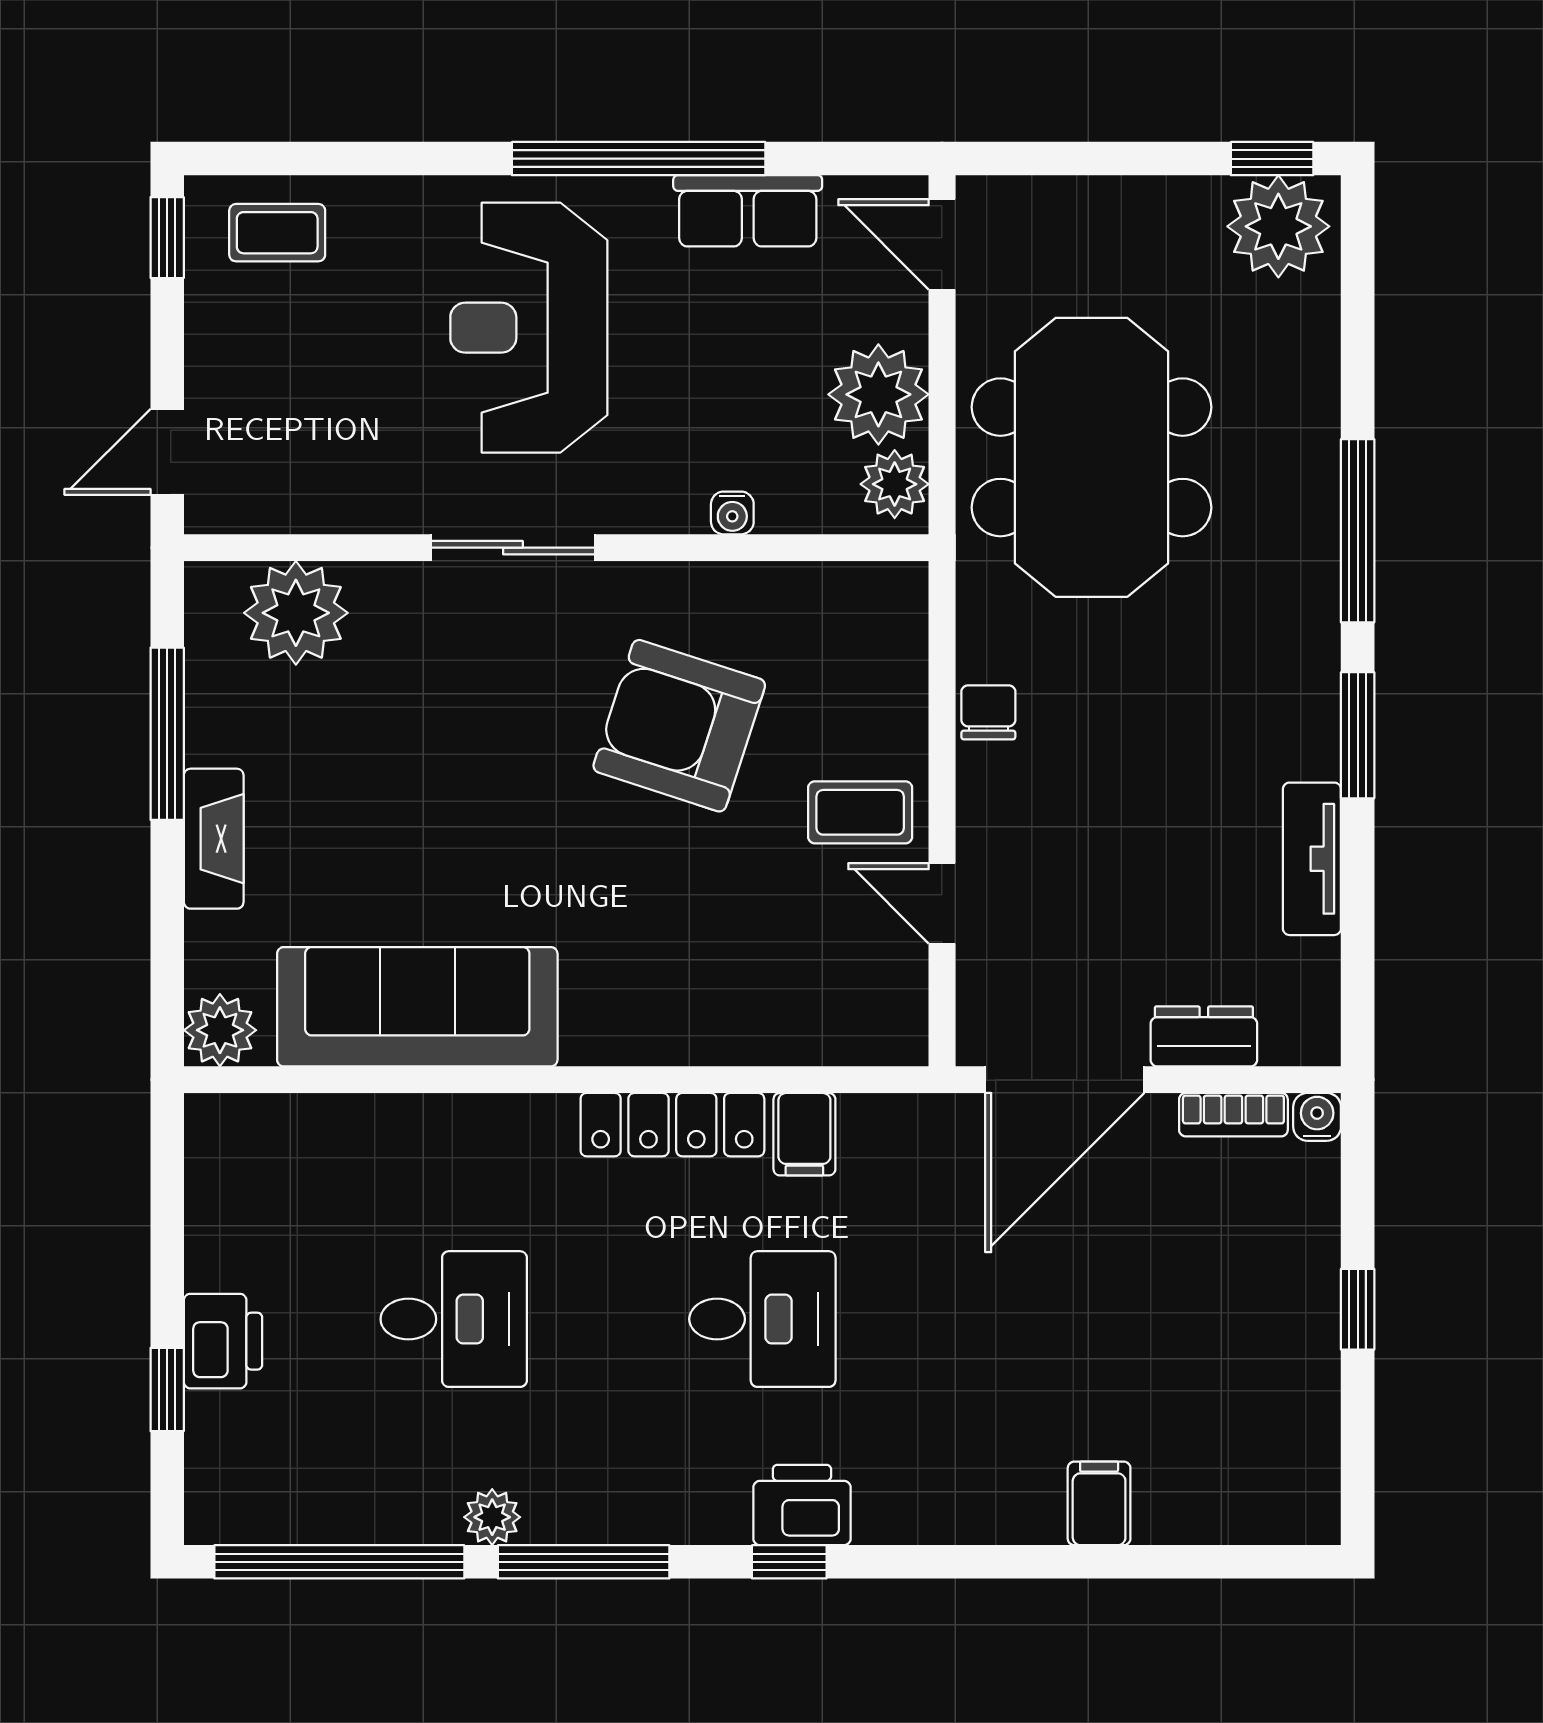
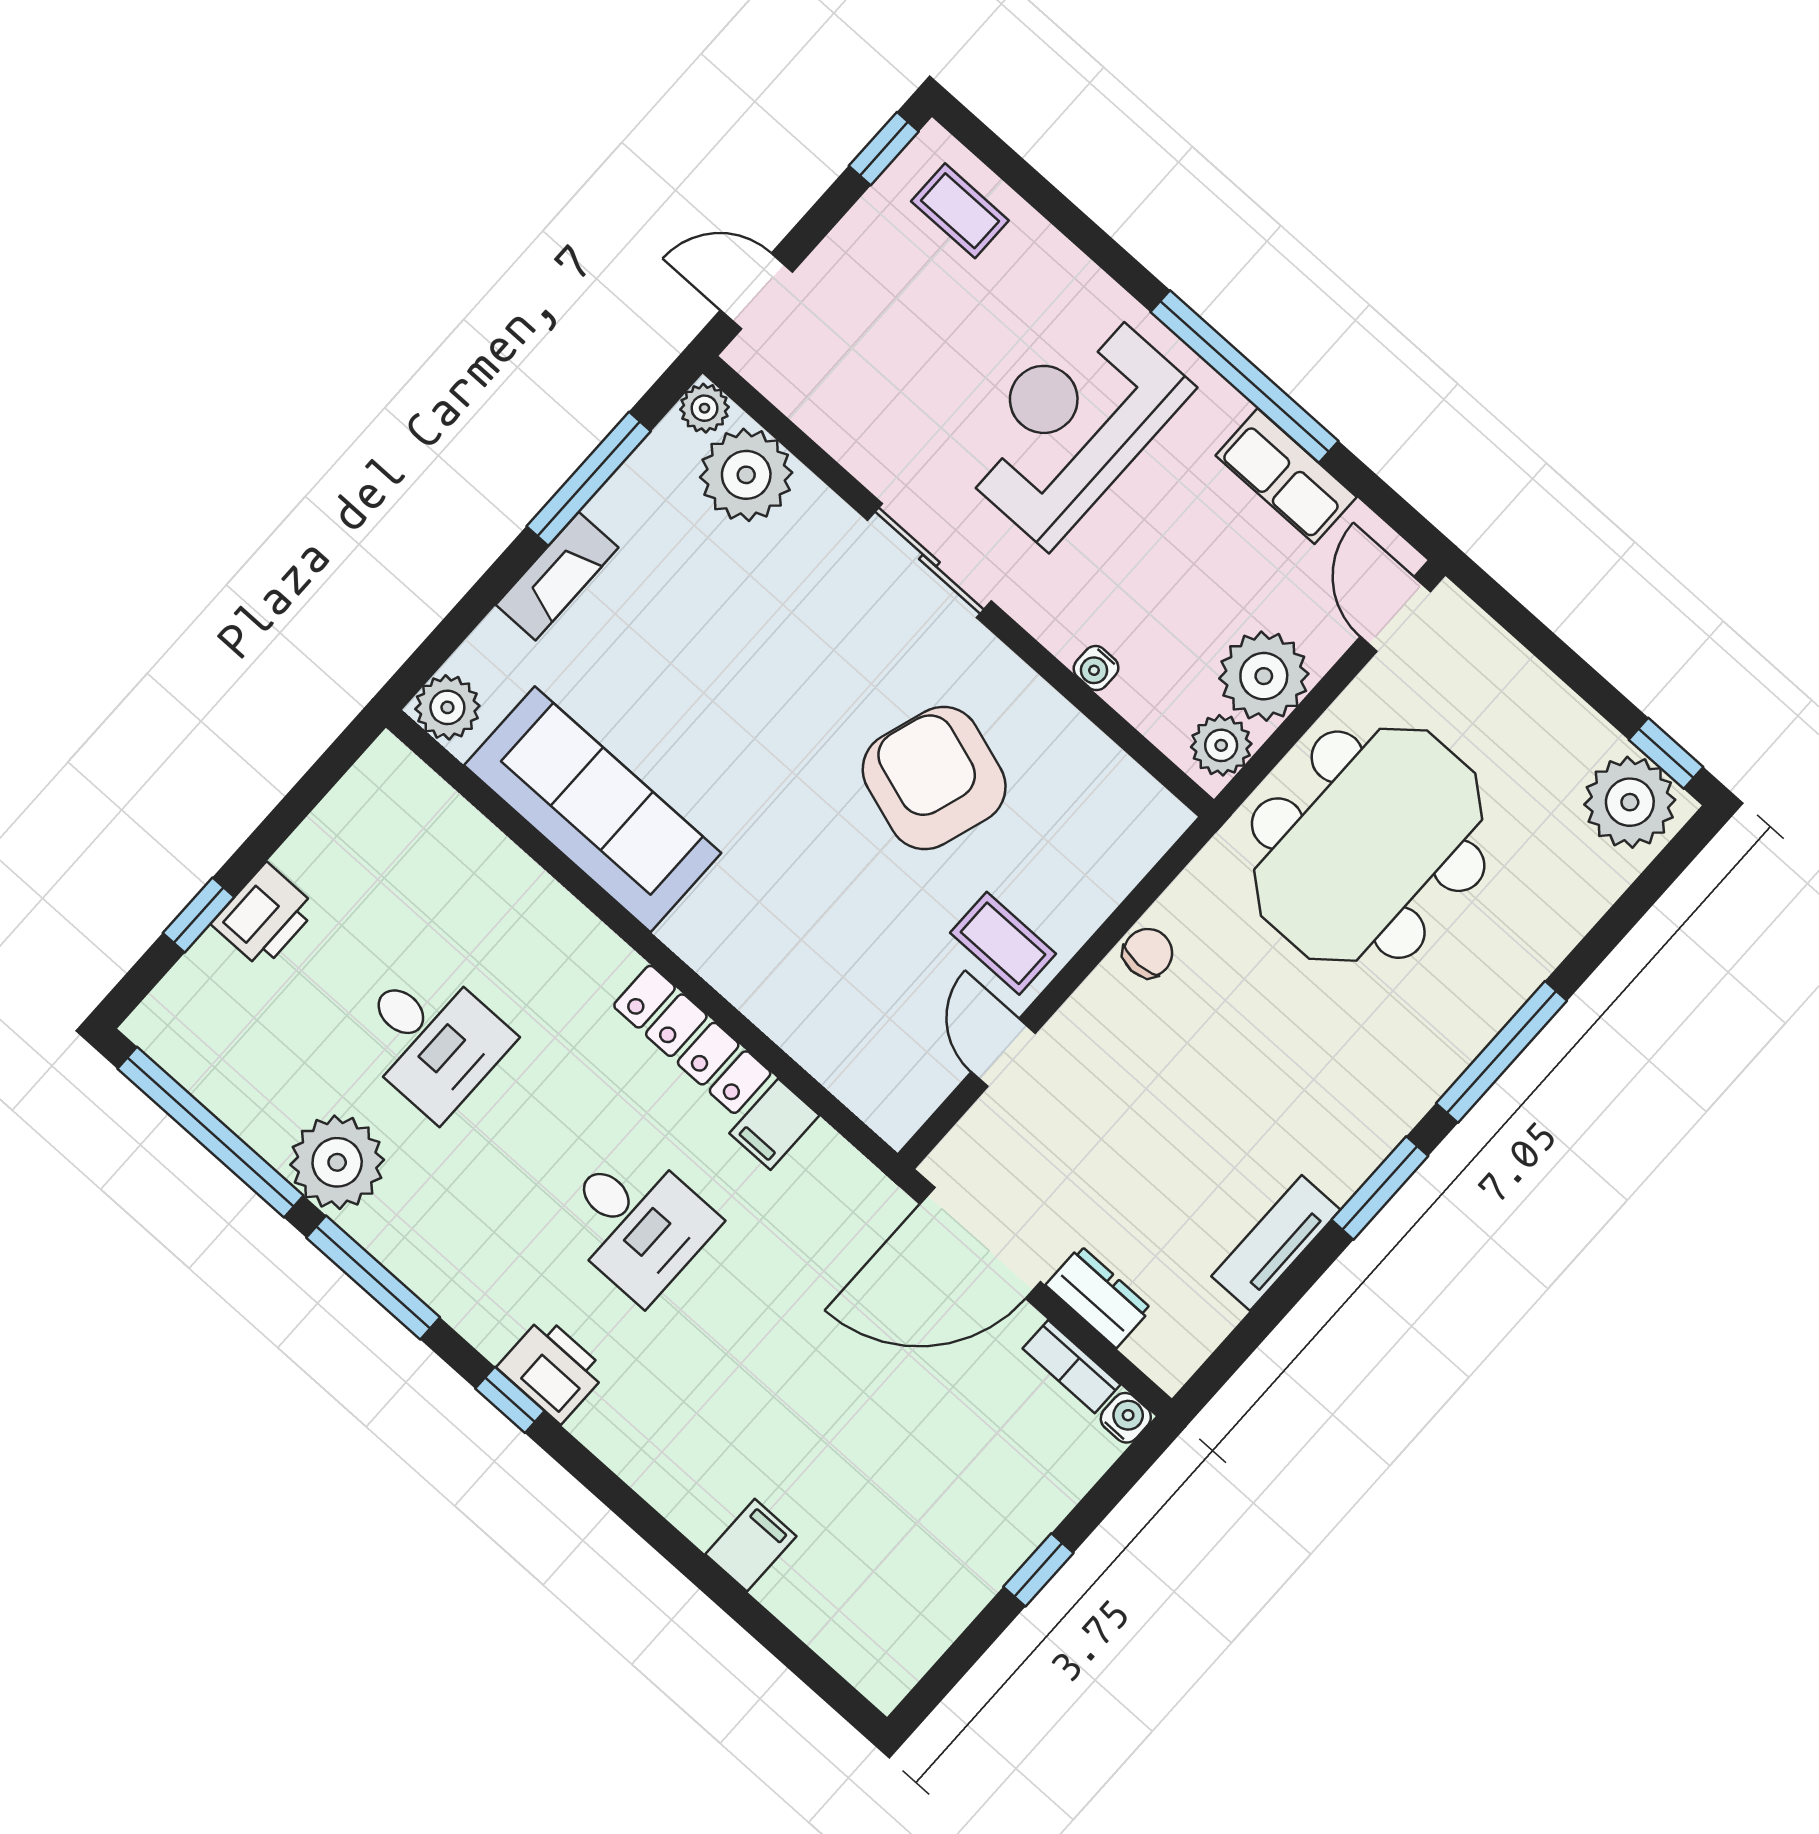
plant: (211, 588) -> (704, 408), added
plant: (492, 1517) -> (337, 1162), width x1.88, depth x1.88

